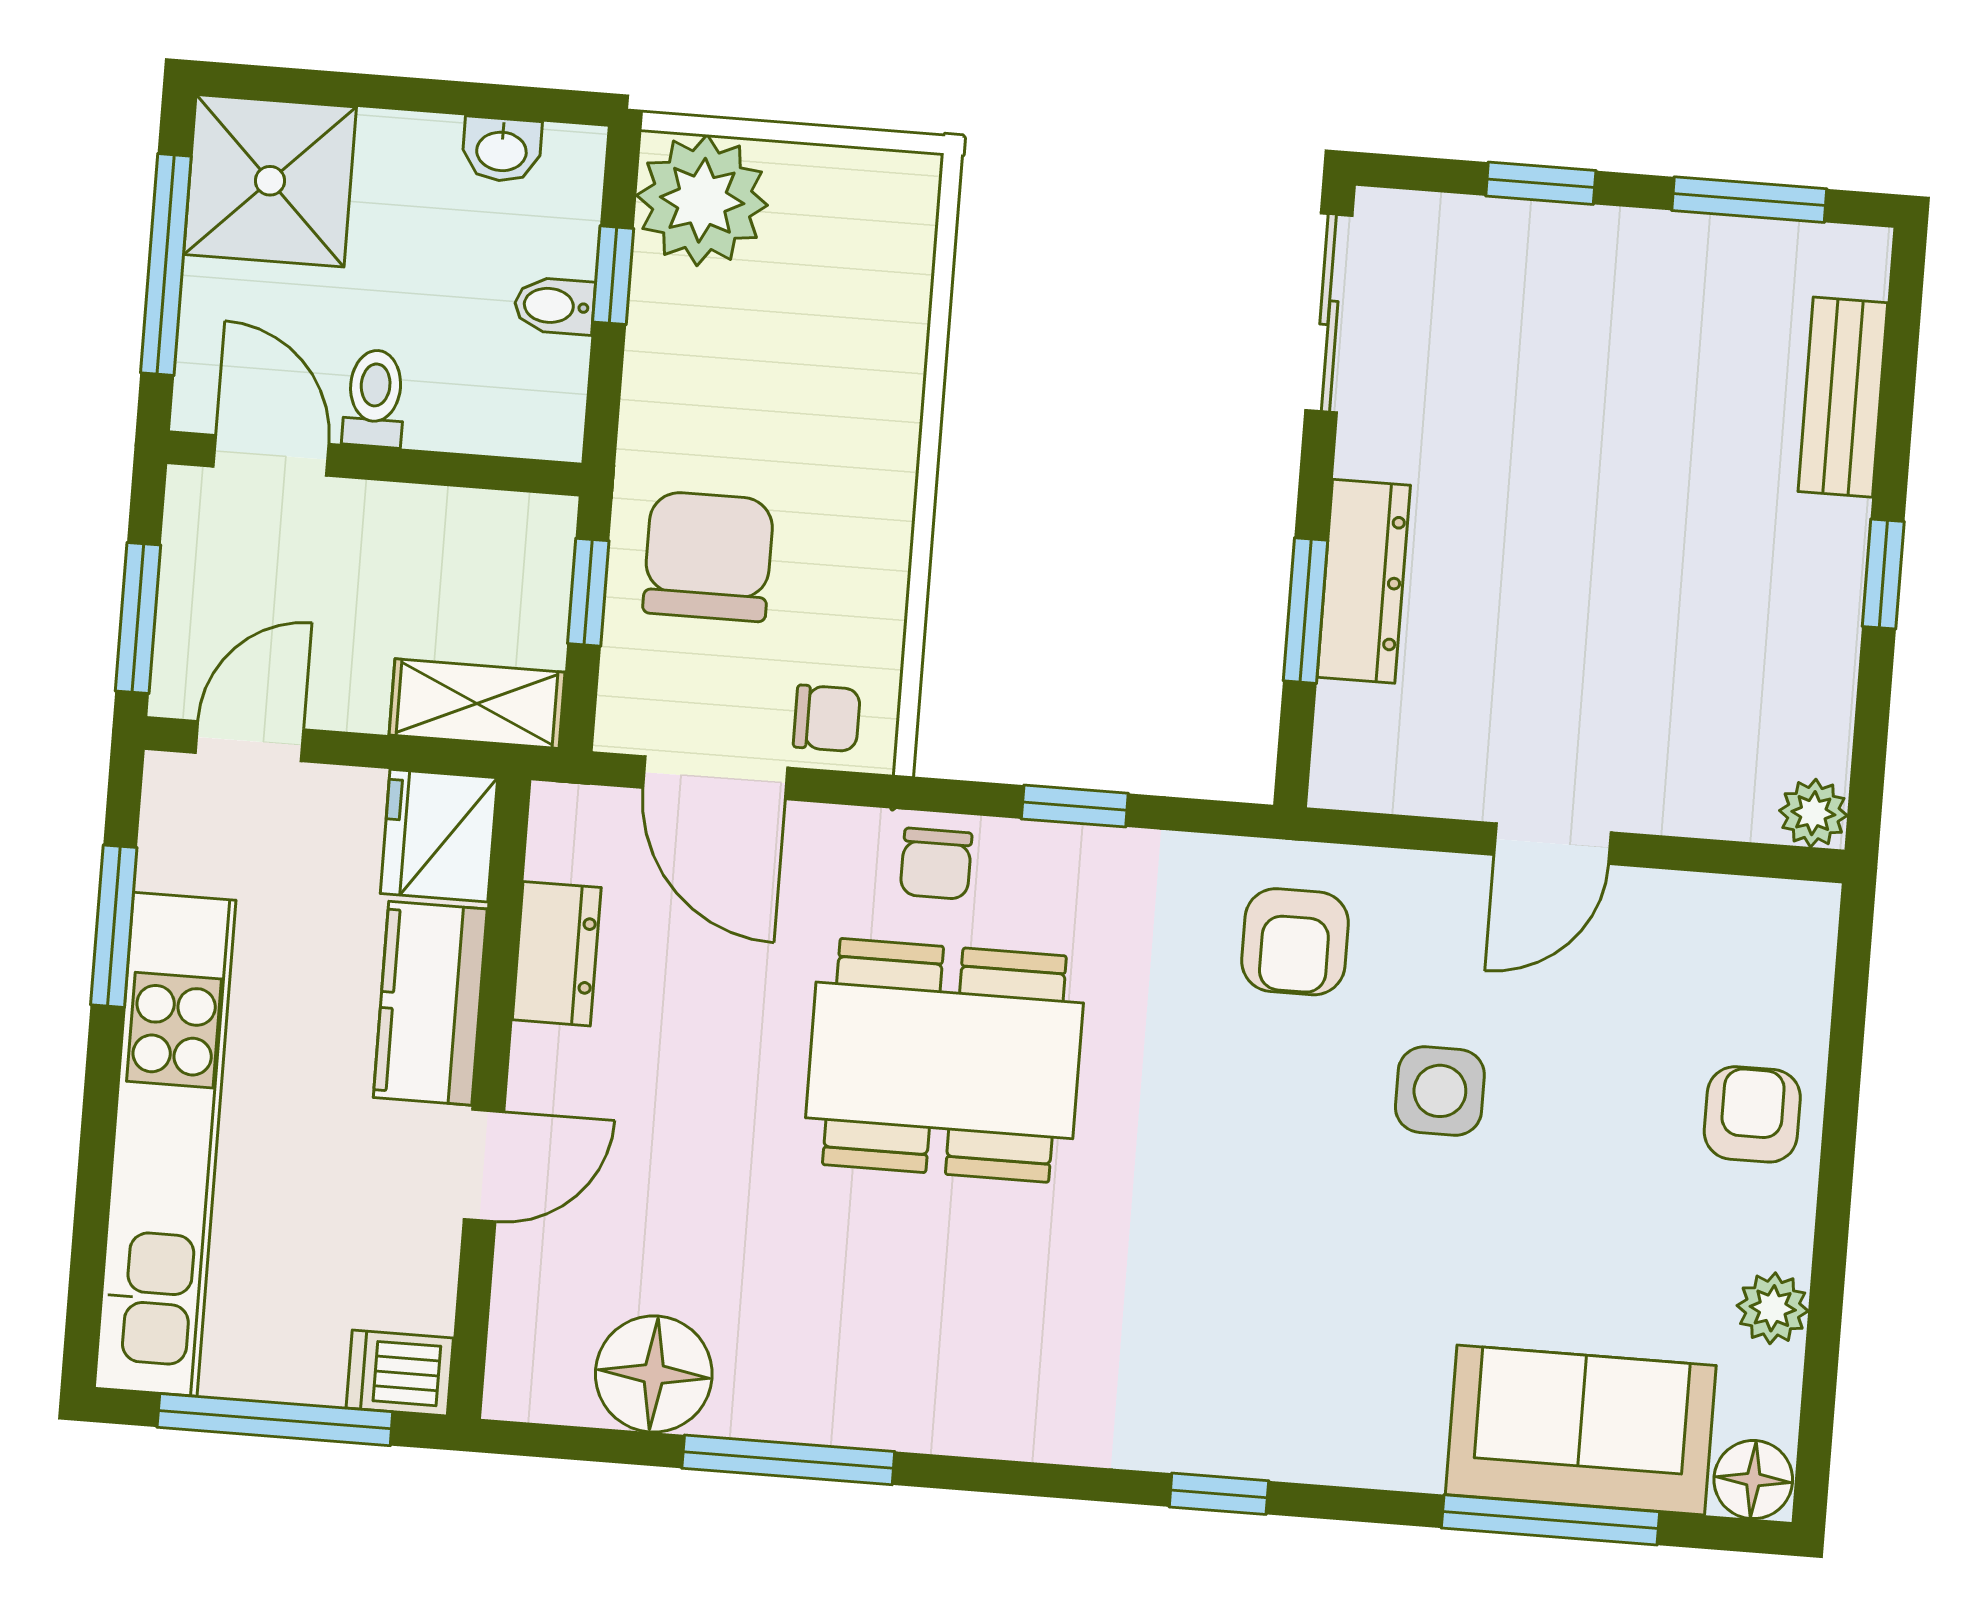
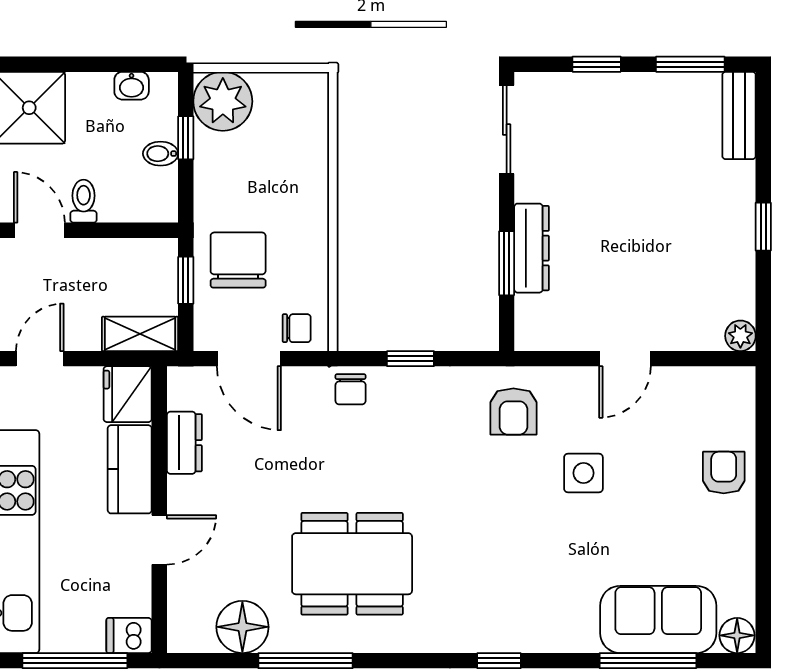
bench: (1843, 397) -> (739, 115), moved
dining table: (944, 1060) -> (352, 564), moved
plant: (1773, 1308) -> (740, 558), removed

